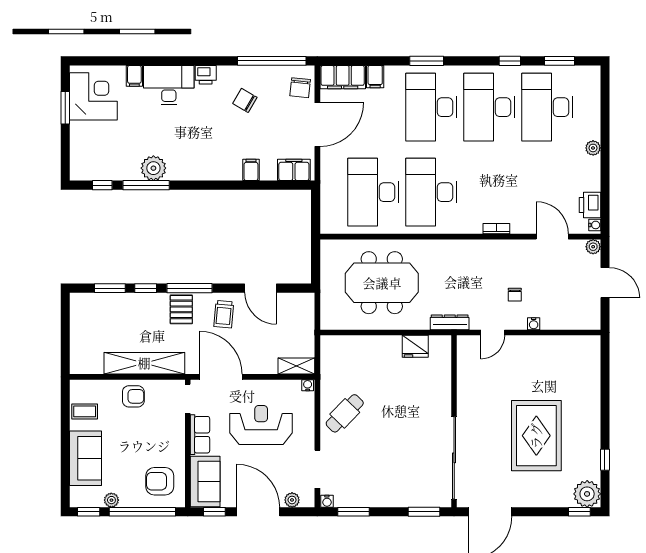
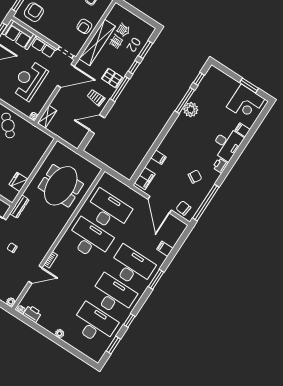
filing cabinet: (343, 77) -> (175, 232), removed
door: (552, 237) -> (35, 275), moved
reception desk: (261, 425) -> (29, 80), turned 180

